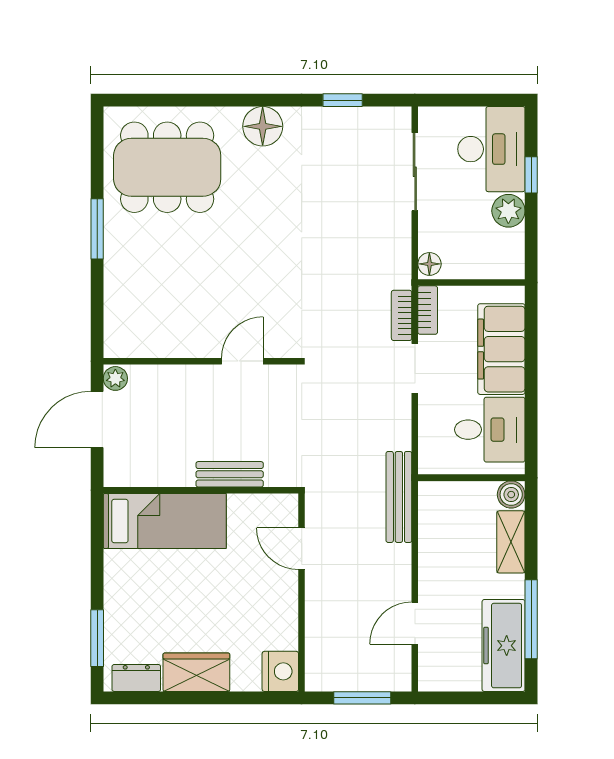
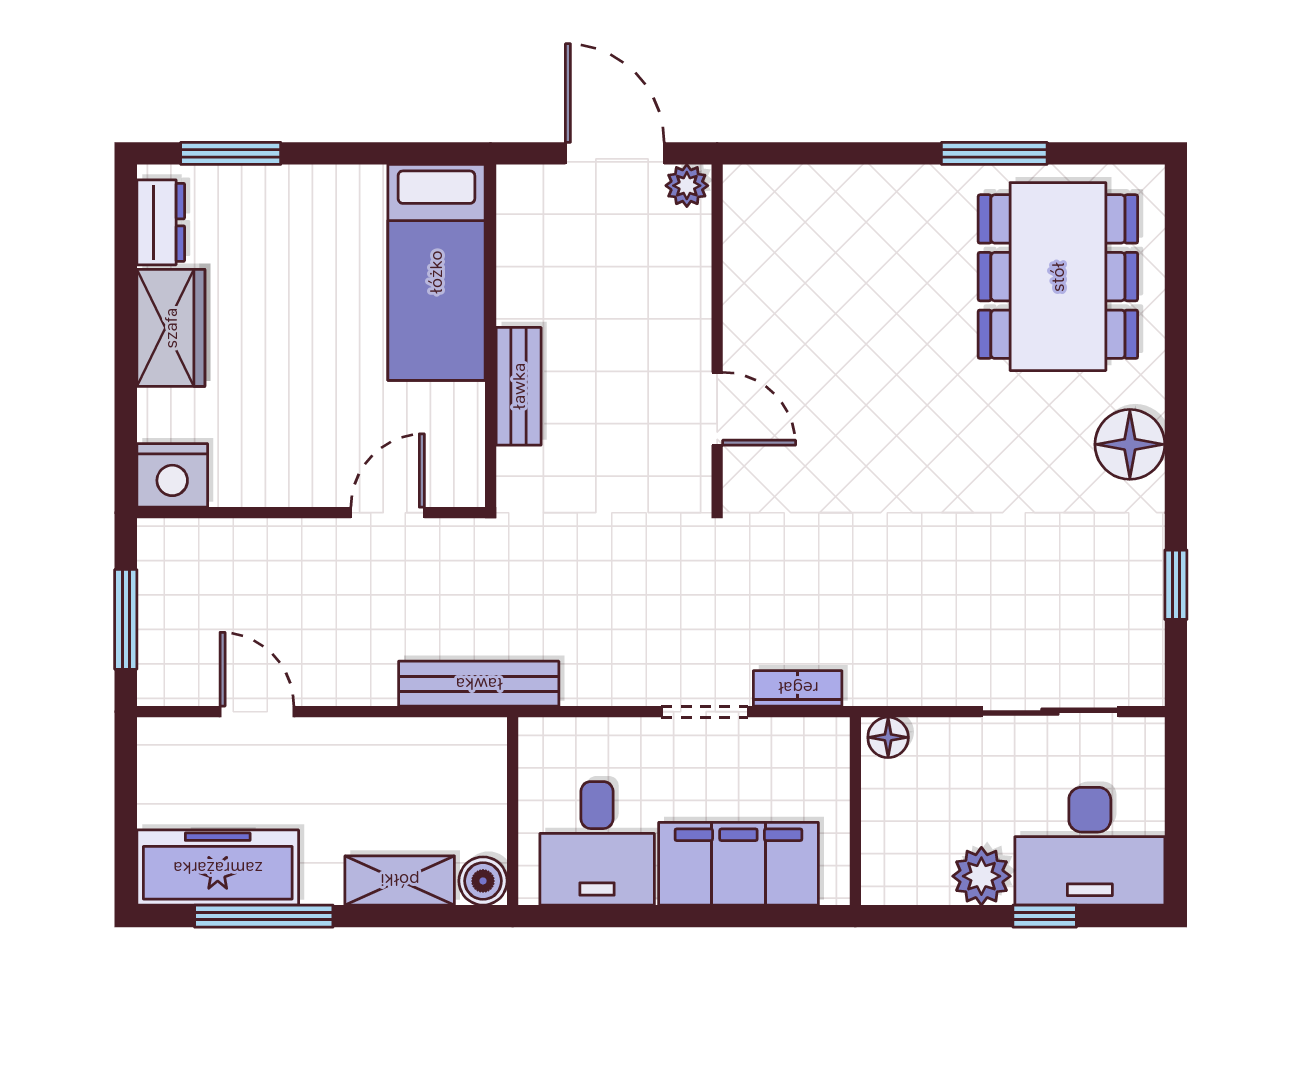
window: (97, 229) -> (994, 153), moved
bookcase: (428, 310) -> (807, 734), removed

